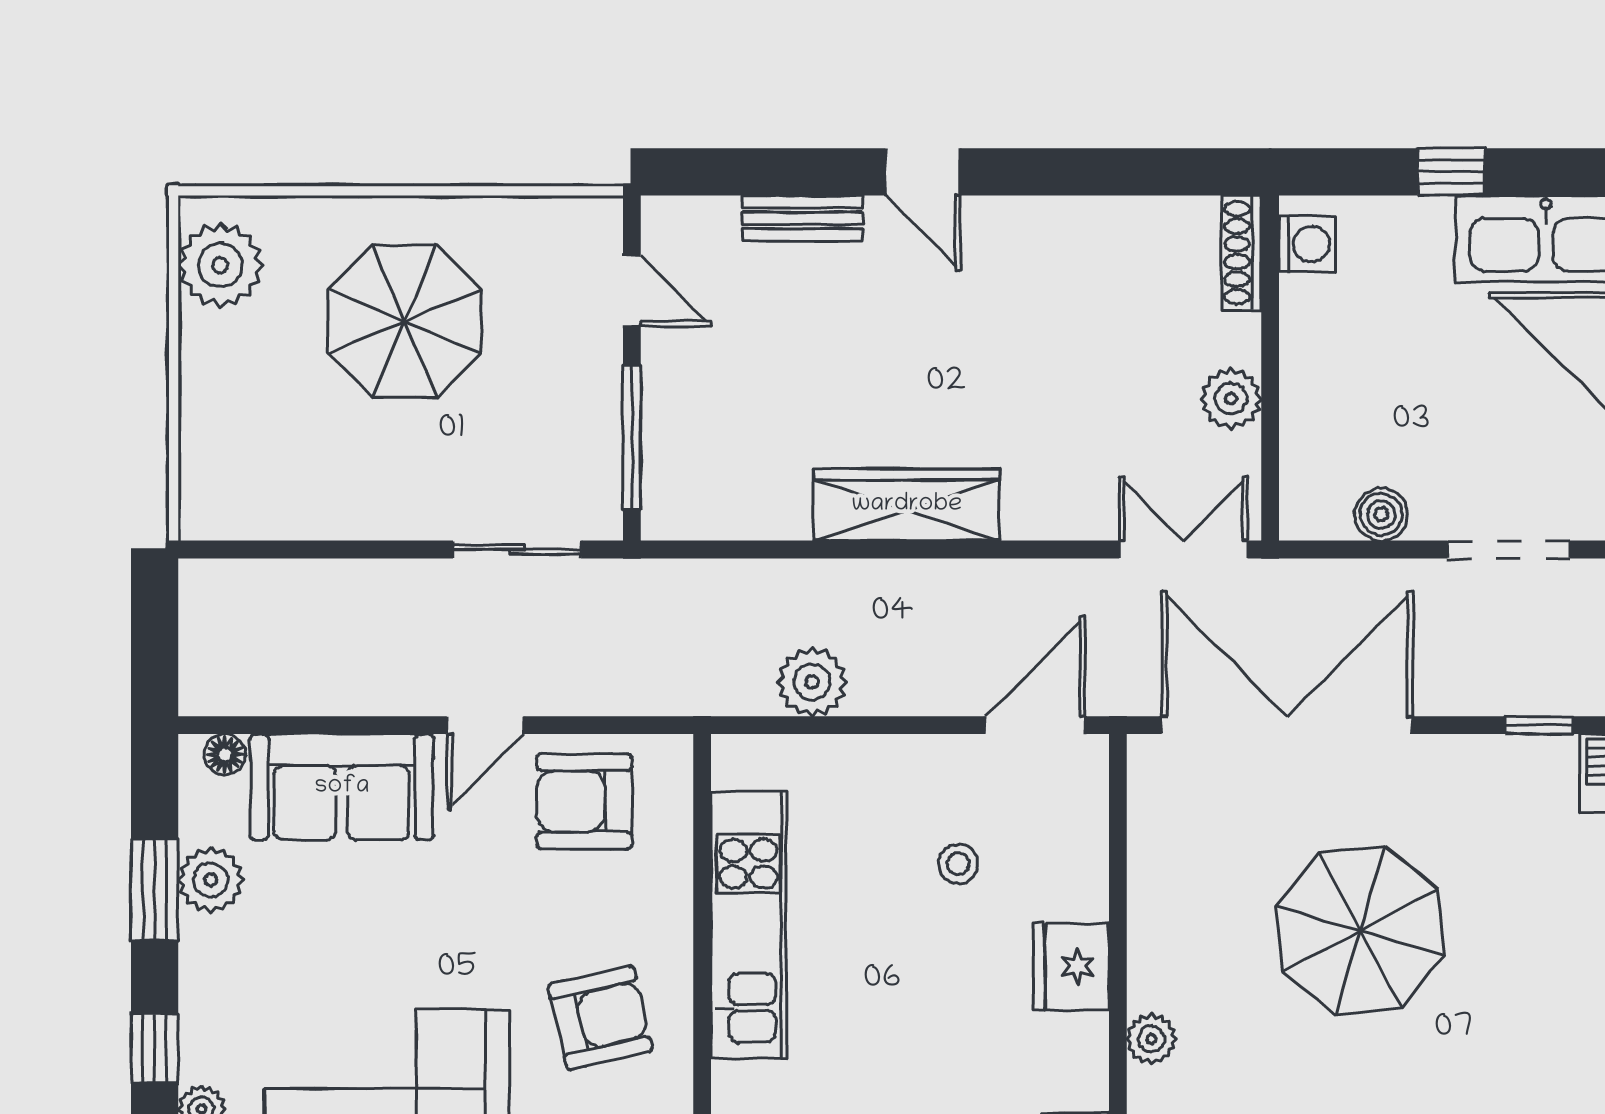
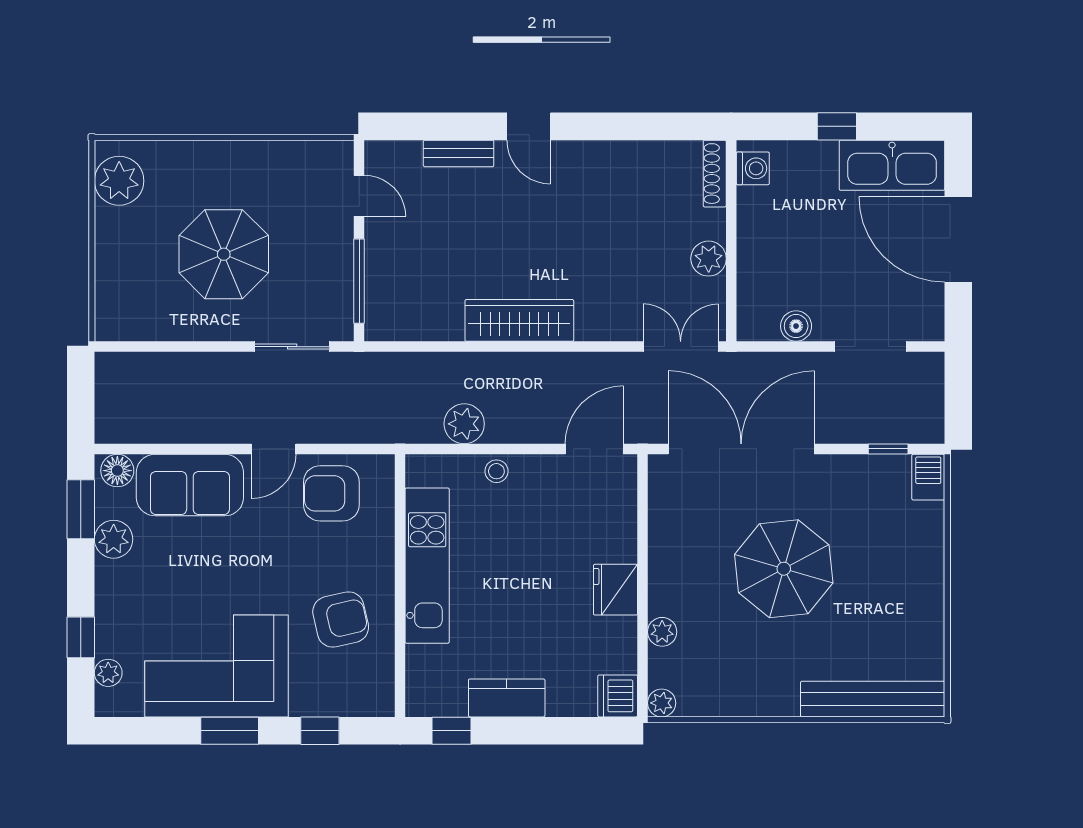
parasol: (405, 321) -> (224, 254), moved
floor lamp: (225, 754) -> (117, 471), width x1.37, depth x1.37
stool: (958, 864) -> (496, 471), moved
window: (155, 890) -> (81, 509), moved

